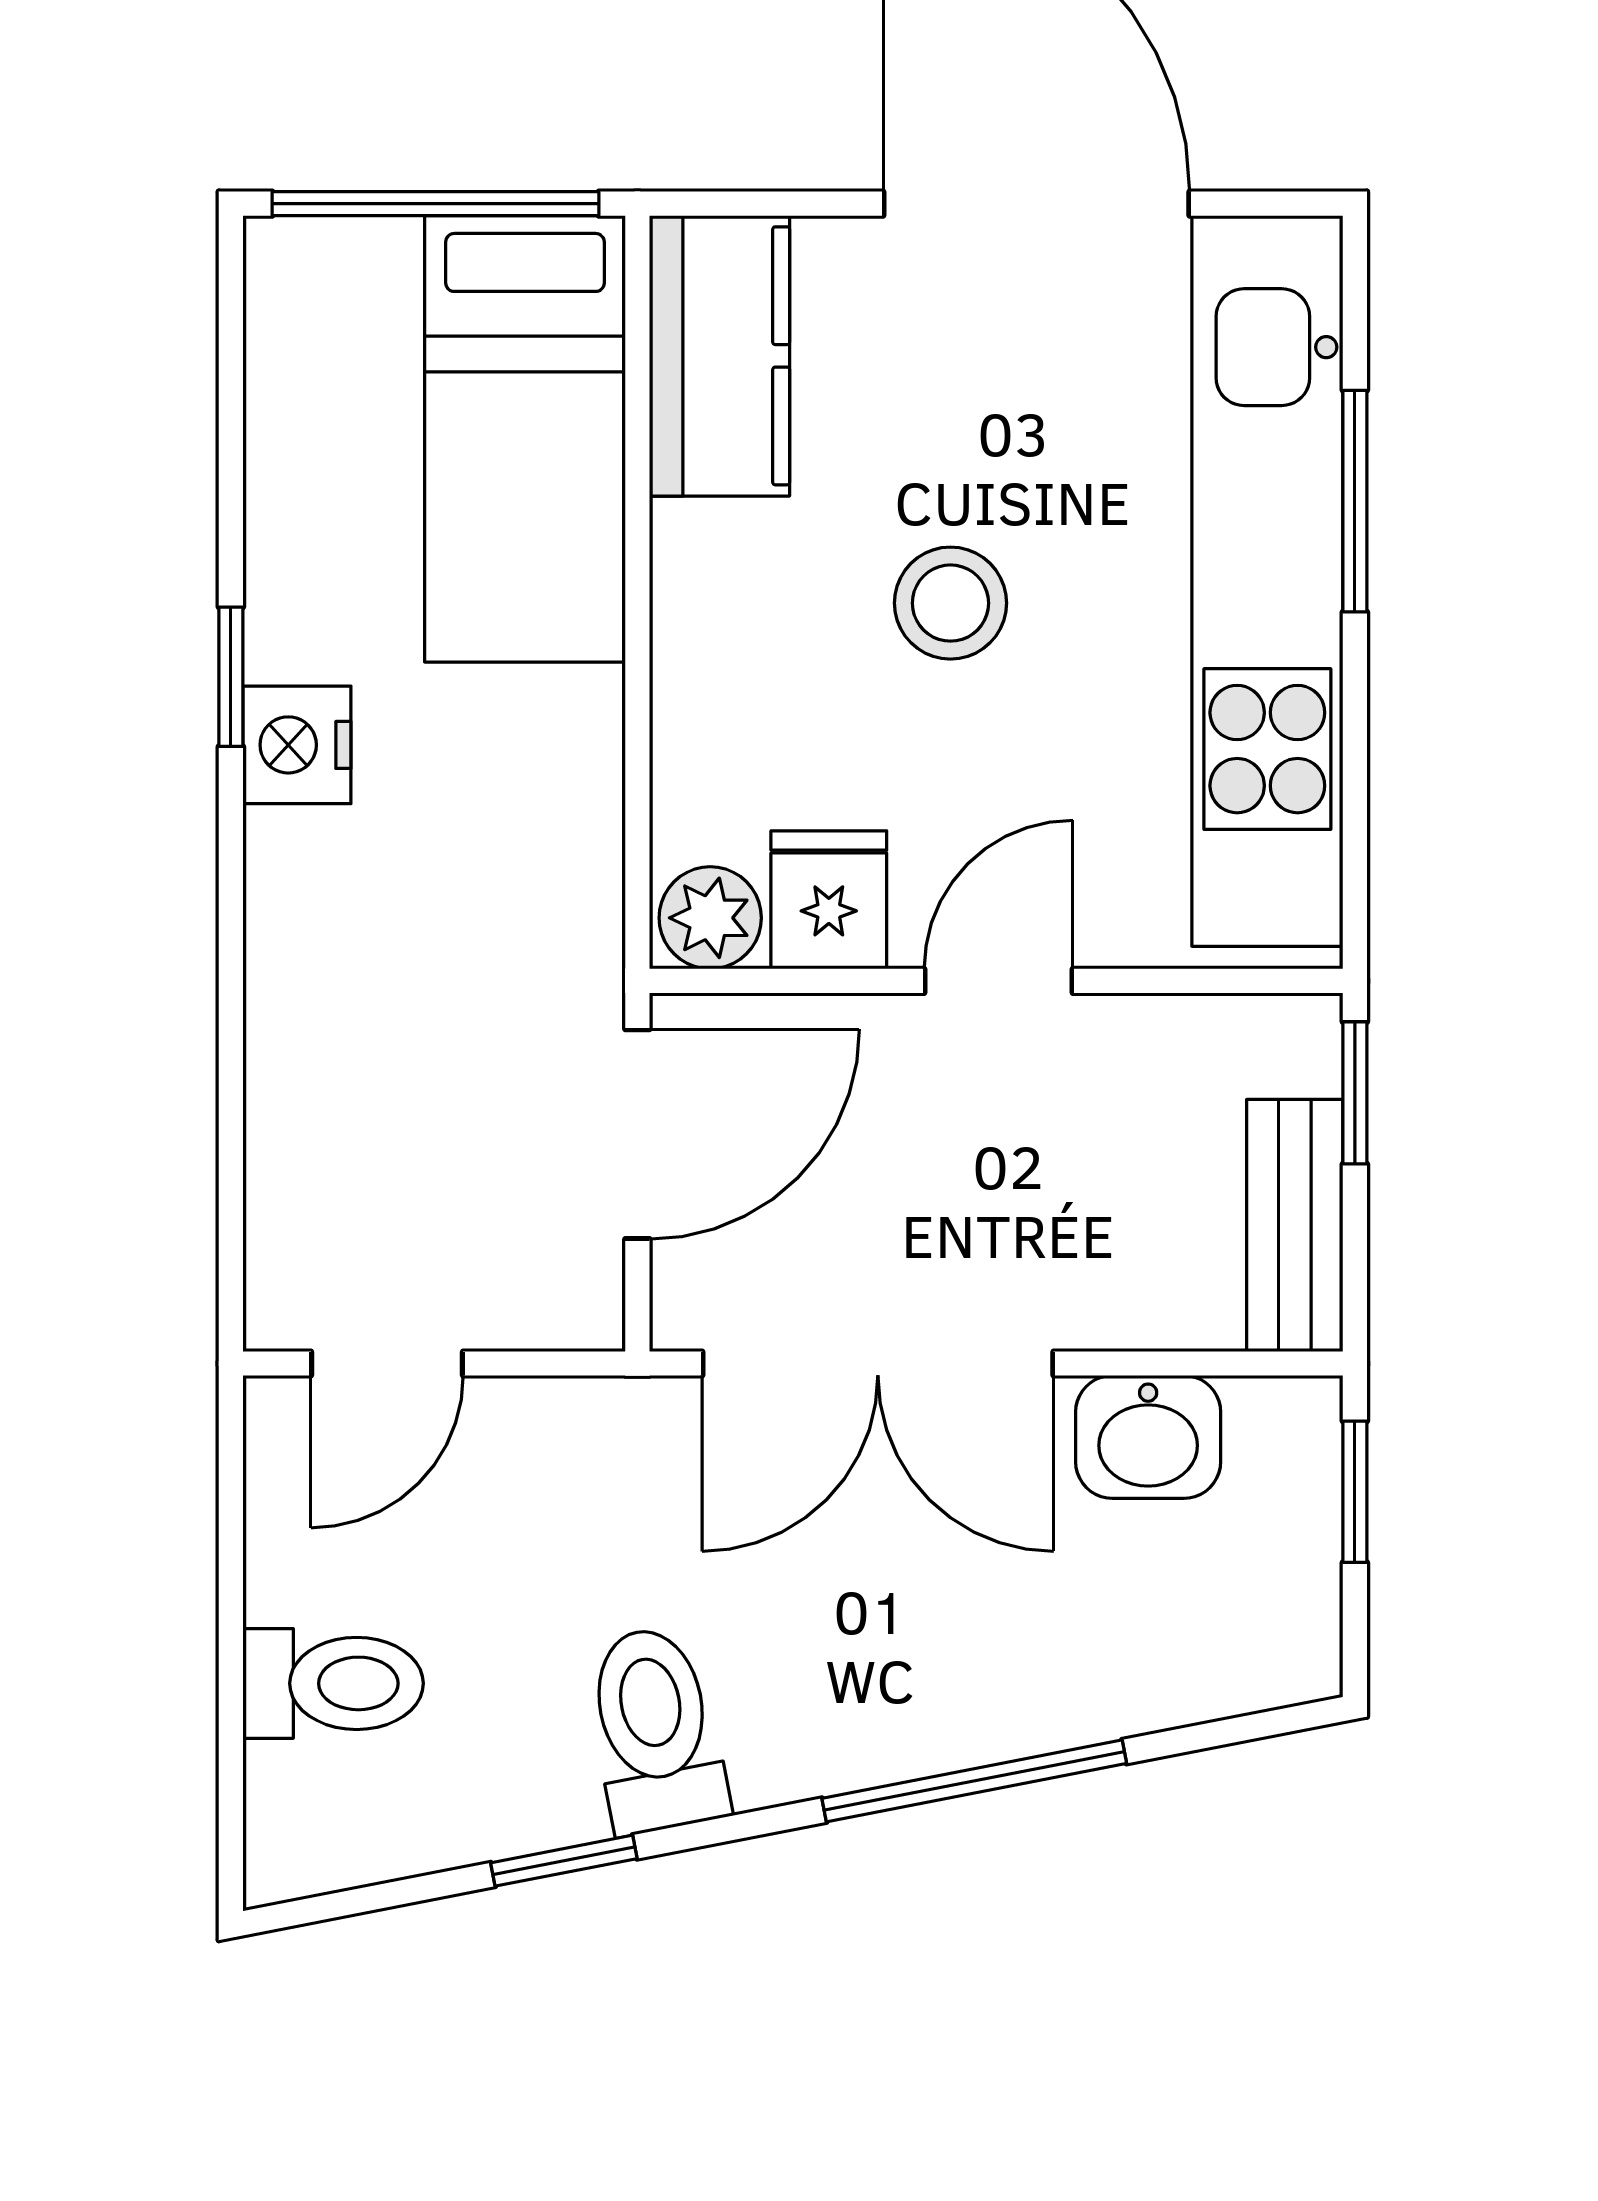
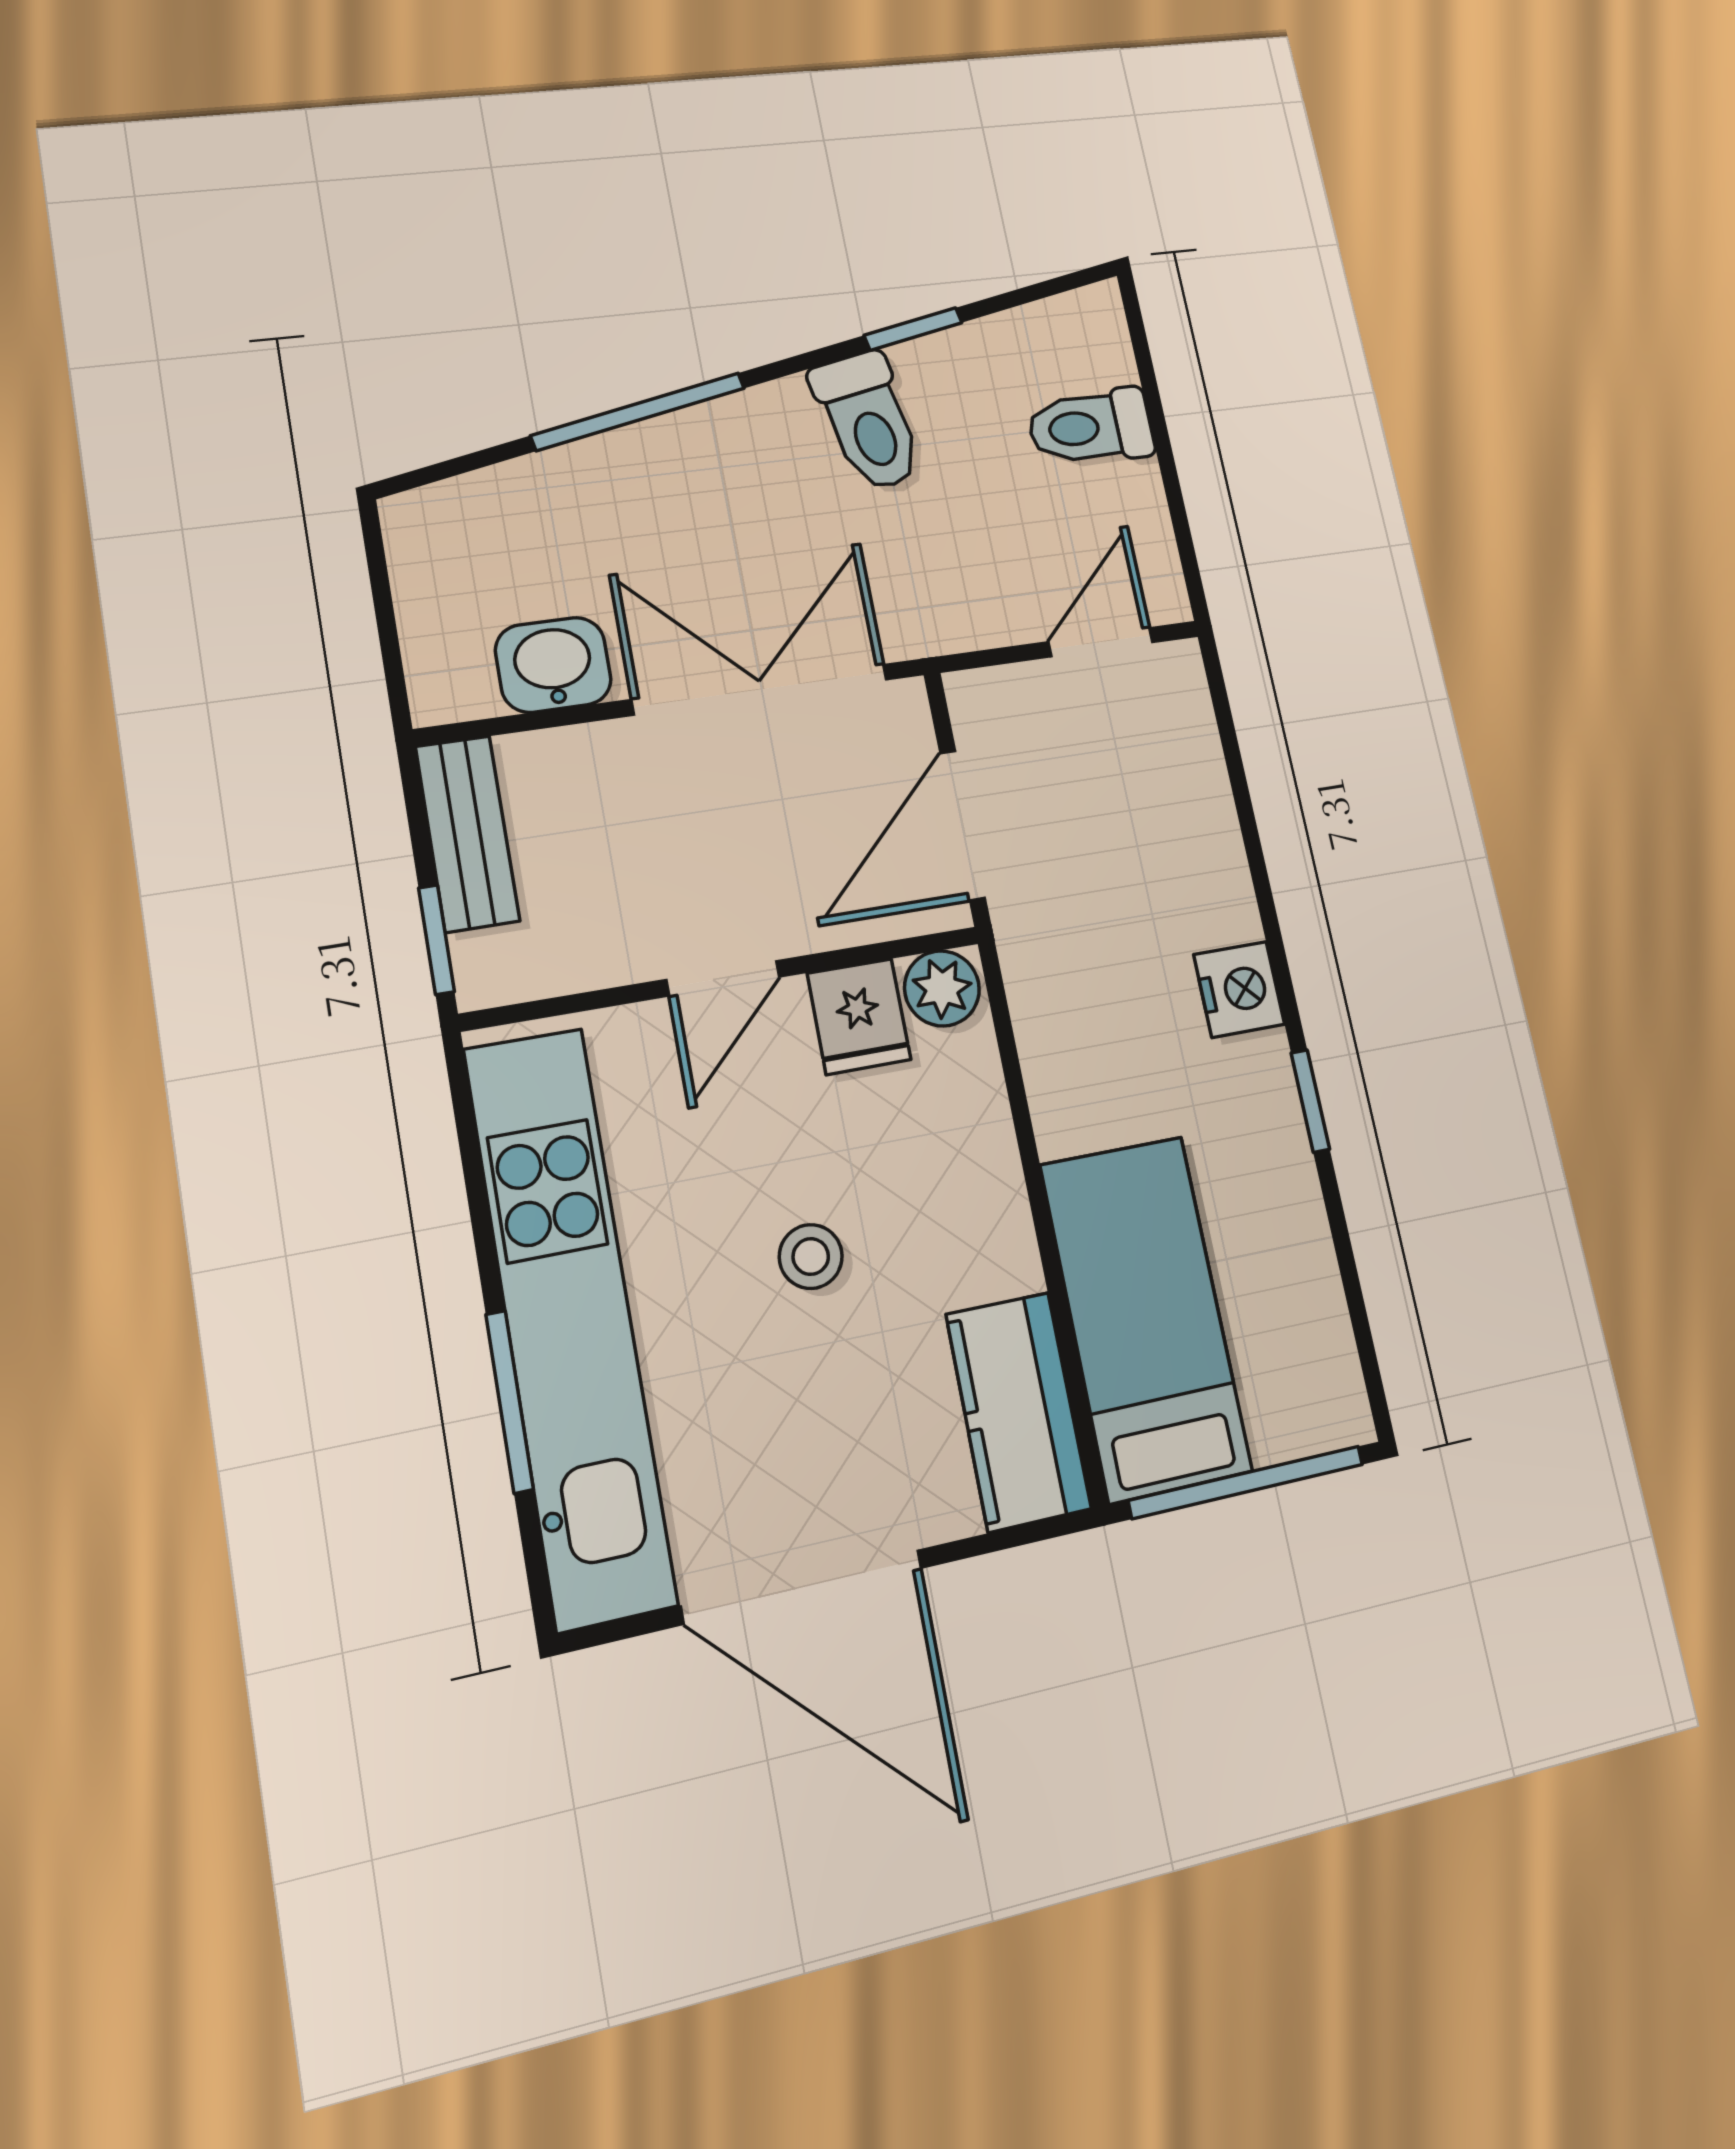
stool: (950, 603) -> (811, 1257), width x0.73, depth x0.73
nightstand: (297, 745) -> (1239, 989), moved
window: (1355, 1492) -> (390, 646), removed

